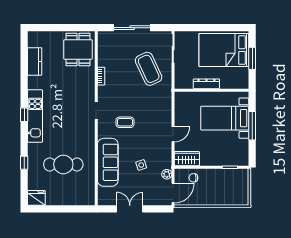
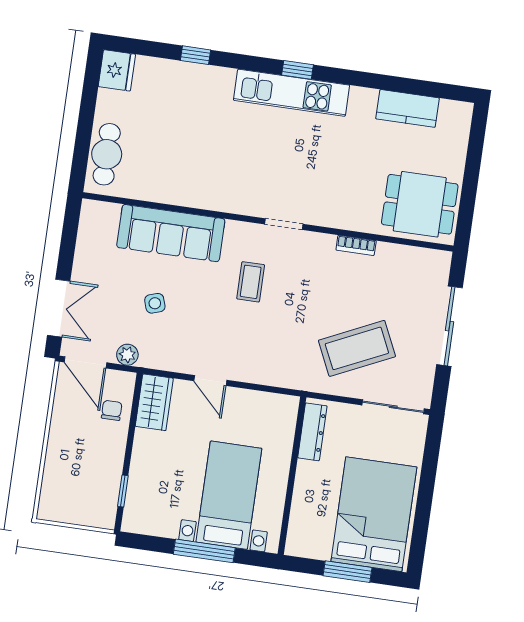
dresser: (206, 84) -> (312, 432), moved
cafe table: (63, 164) -> (107, 154), moved, width x0.73, depth x0.74
double door: (130, 209) -> (59, 308), moved

